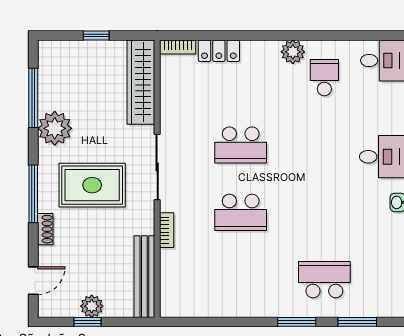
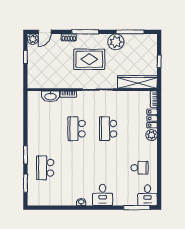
plant: (293, 52) -> (152, 135), moved
rug: (92, 185) -> (89, 59), turned 90
washbasin: (171, 268) -> (50, 96), added
bench: (144, 277) -> (47, 84), removed
school desk: (324, 280) -> (45, 168), turned 180
door: (33, 281) -> (45, 32), hinge flipped
plant: (92, 306) -> (33, 39), moved

